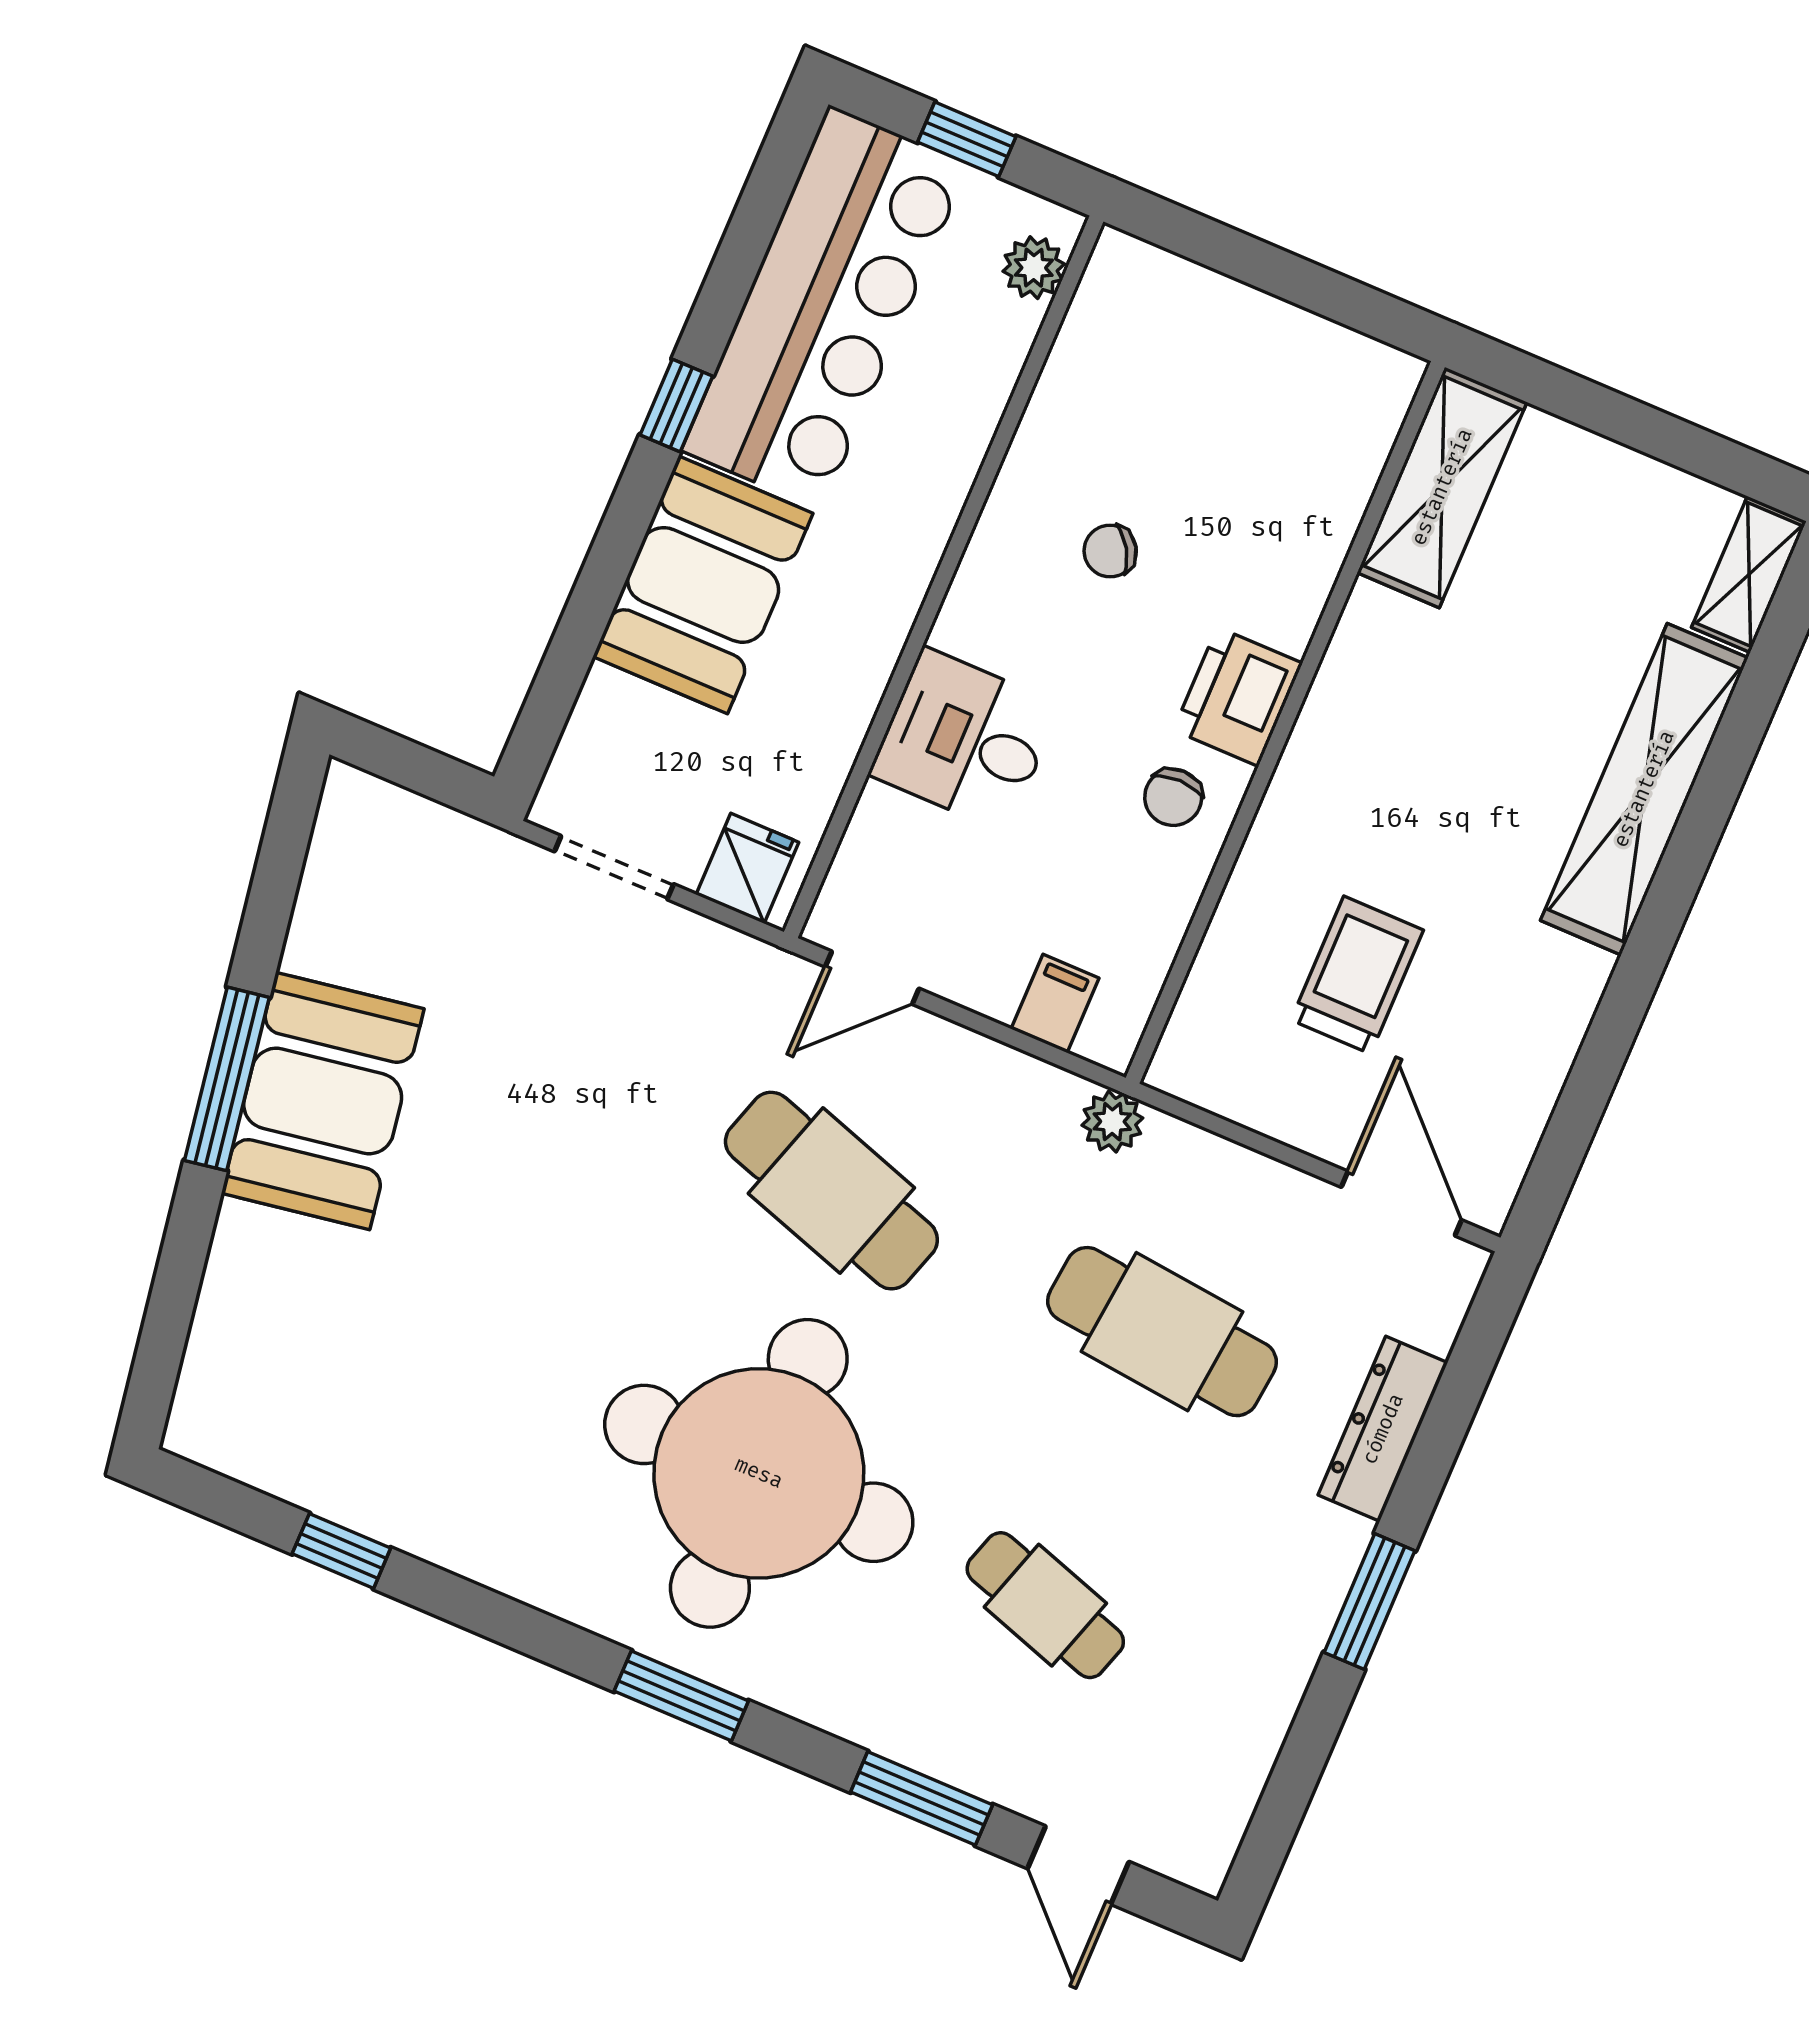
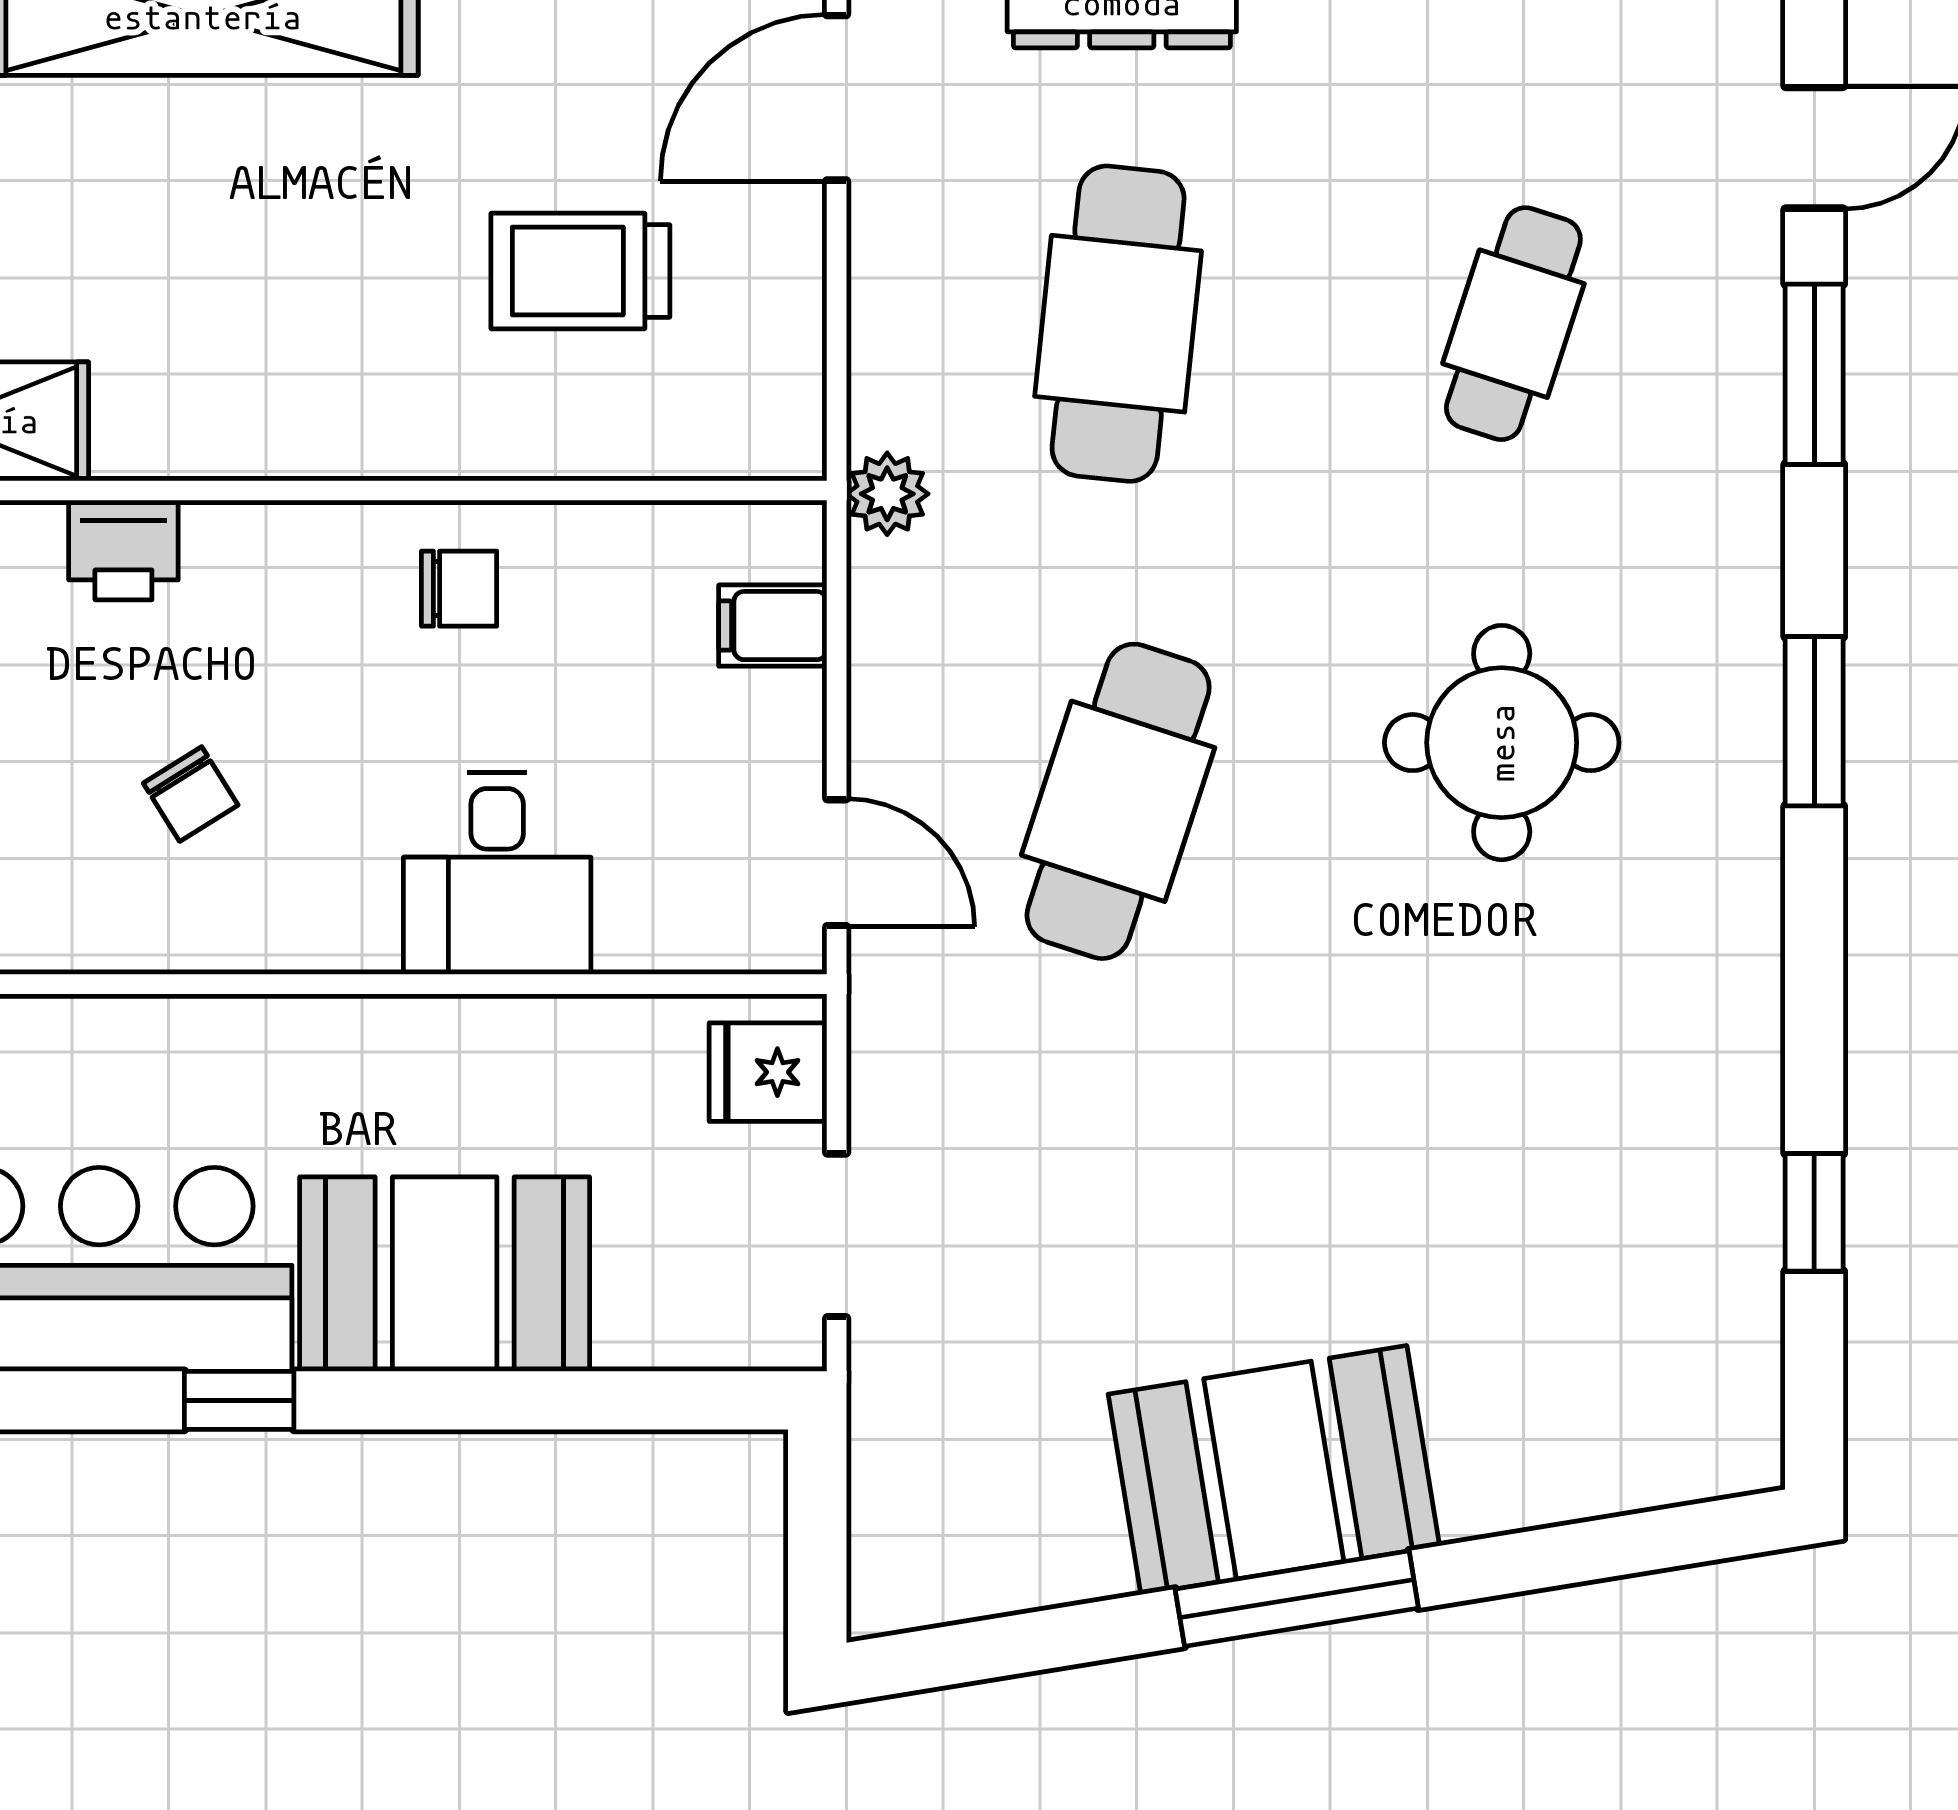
printer: (1238, 697) -> (123, 550), moved, width x0.73, depth x0.81
round table: (759, 1473) -> (1502, 743), width x0.54, depth x0.54

